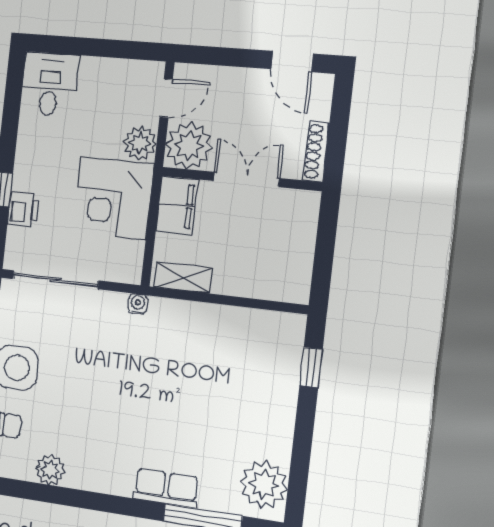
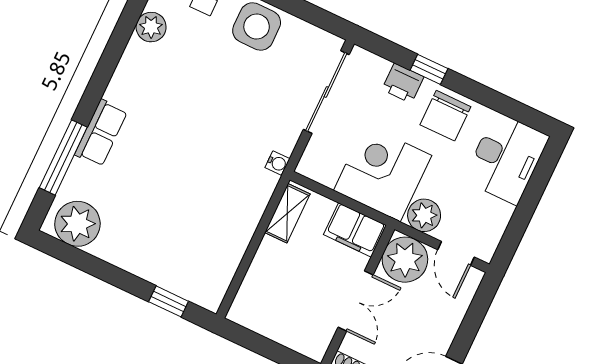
desk: (50, 84) -> (506, 158), width x1.37
chair: (40, 158) -> (445, 116), added

